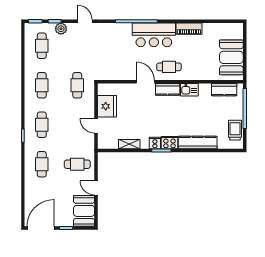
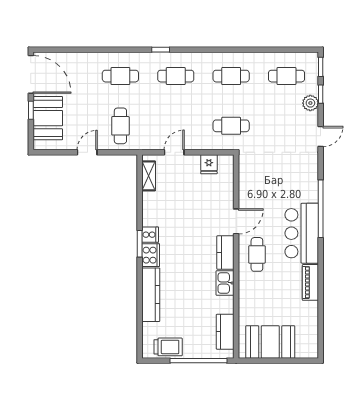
fridge: (107, 106) -> (209, 164), width x0.53, depth x0.75
shelving: (129, 144) -> (149, 176), moved
booth: (84, 211) -> (48, 118), moved, turned 90

